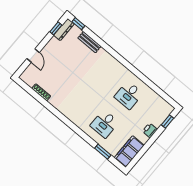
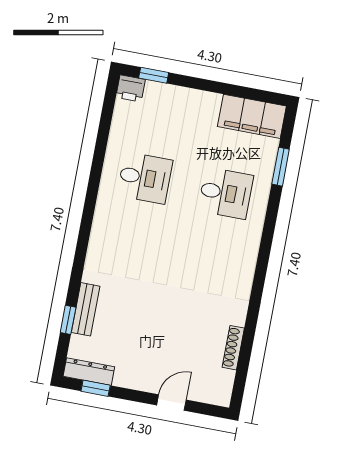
window: (78, 24) -> (68, 320), moved
printer: (150, 130) -> (131, 88), moved

